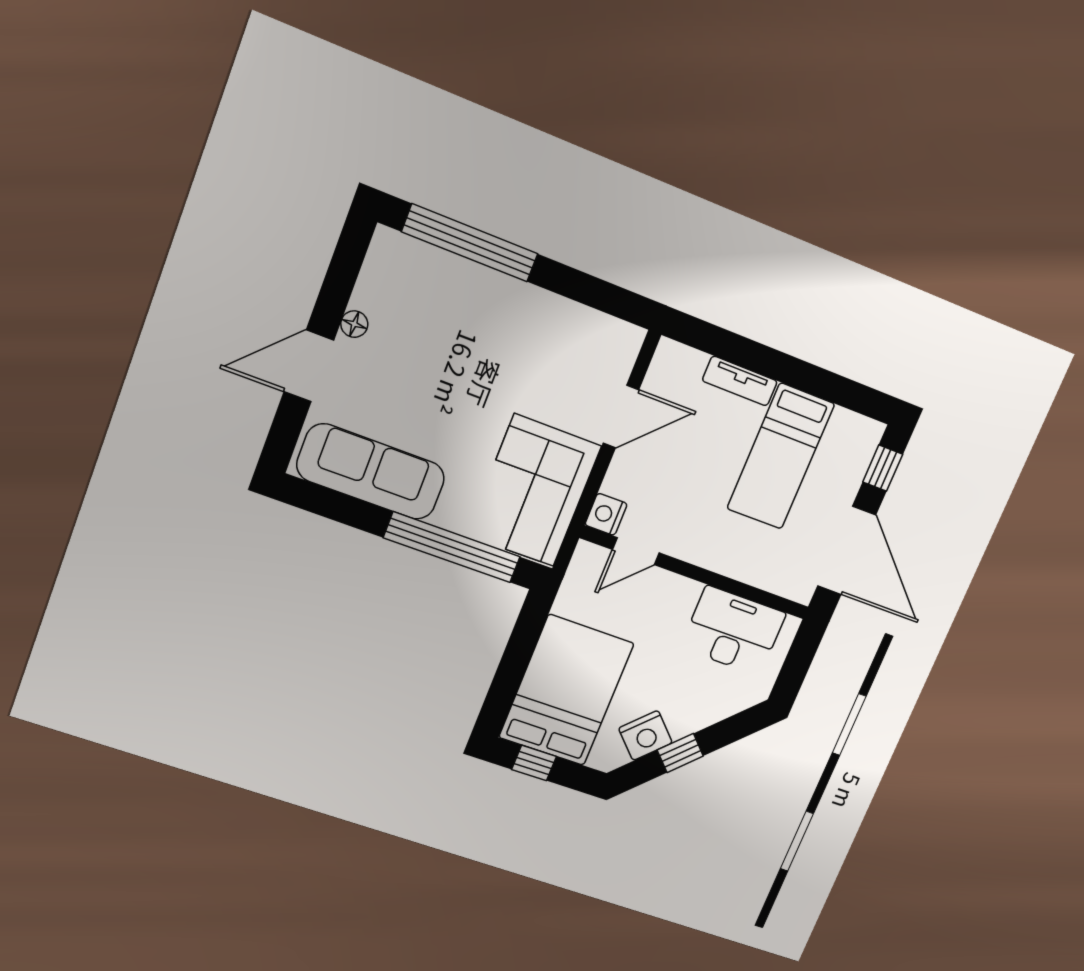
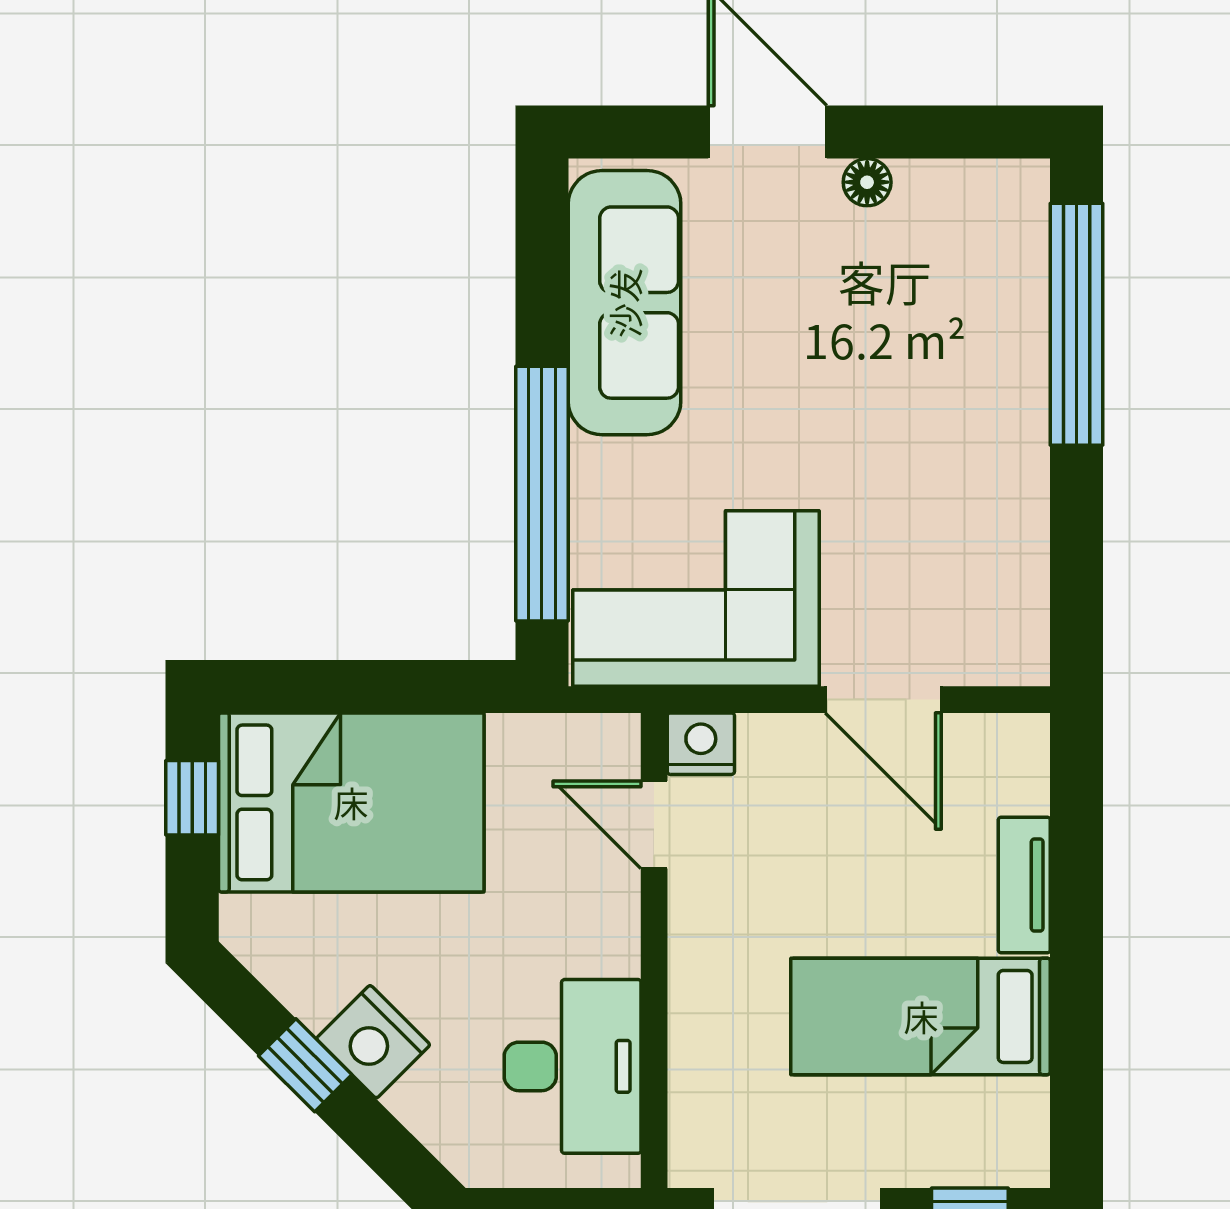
nightstand: (645, 735) -> (373, 1042), moved

